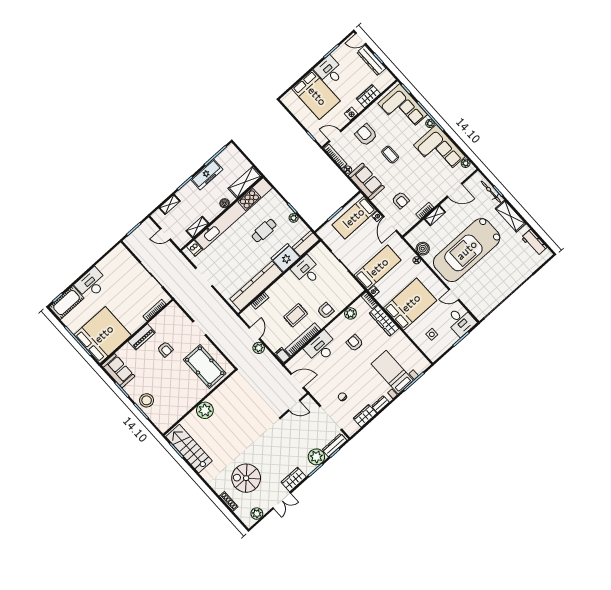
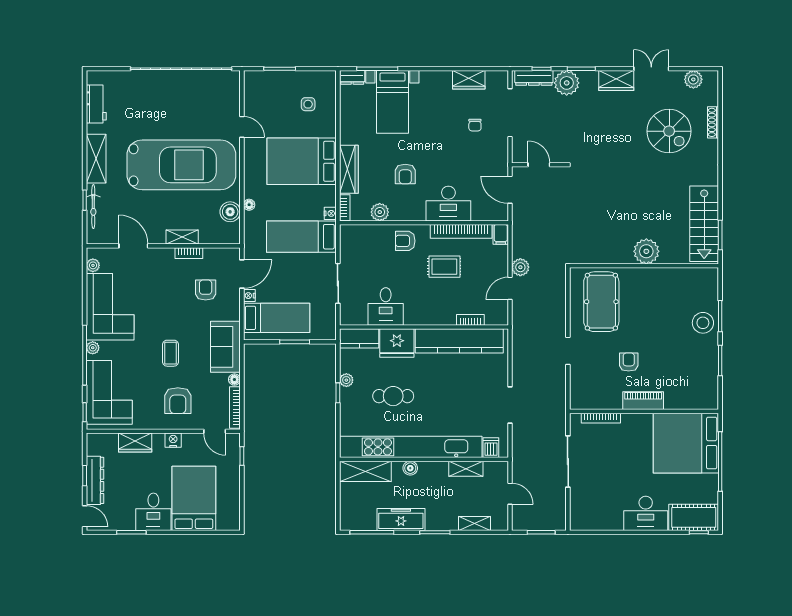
desk: (461, 321) -> (261, 90), removed
sofa: (118, 371) -> (705, 386), removed
dresser: (380, 404) -> (352, 77), moved

